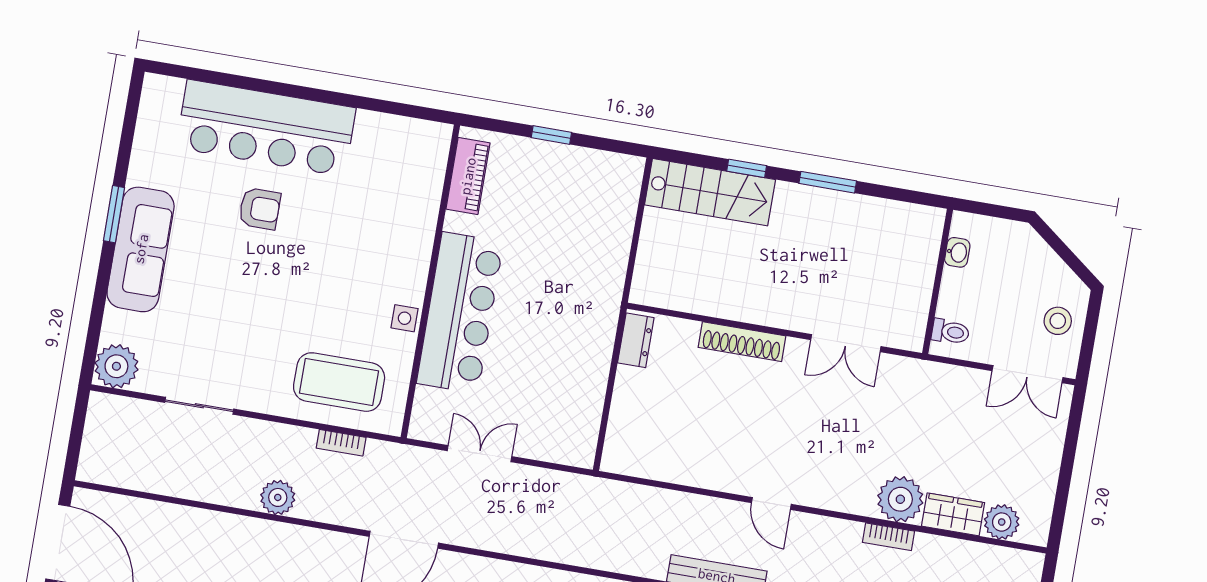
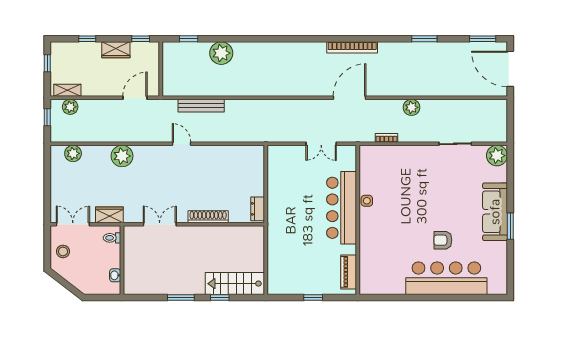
coffee table: (339, 382) -> (392, 166), removed
wardrobe: (953, 514) -> (109, 215), moved, turned 180
bookcase: (888, 537) -> (125, 138), removed

